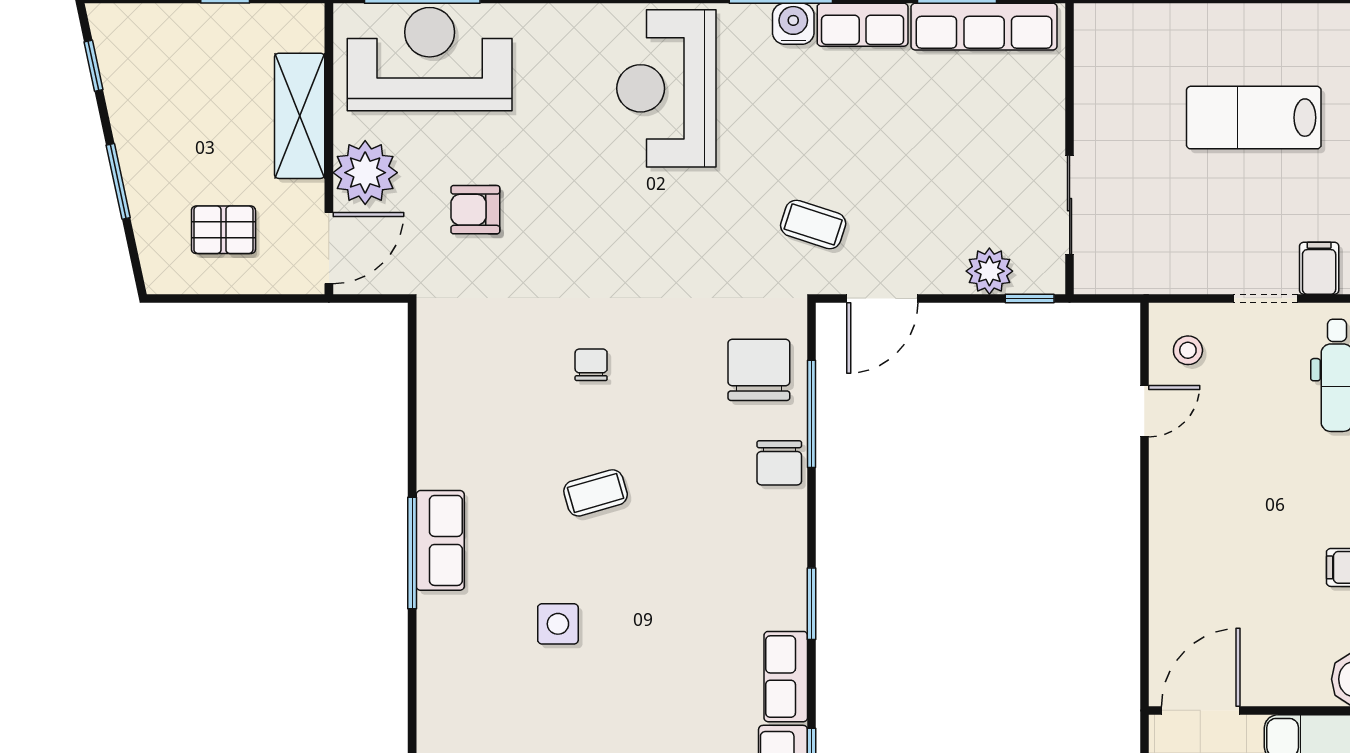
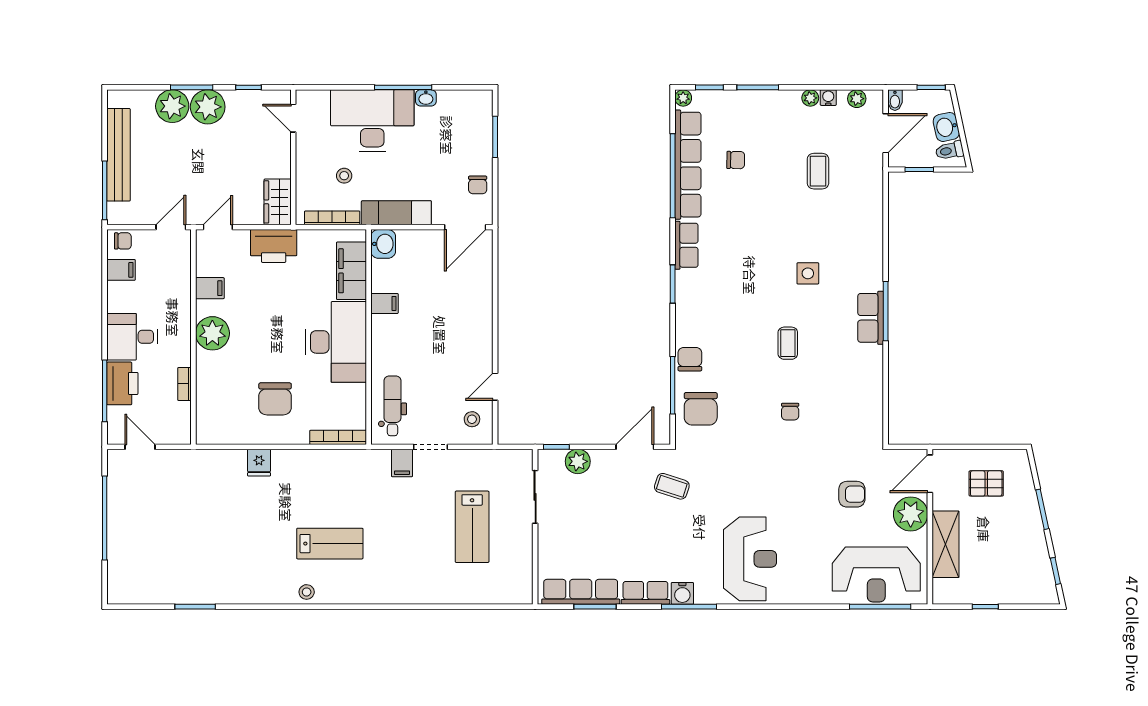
lab bench: (1254, 118) -> (472, 527), moved, turned 90
coffee table: (596, 493) -> (788, 343), turned -74

